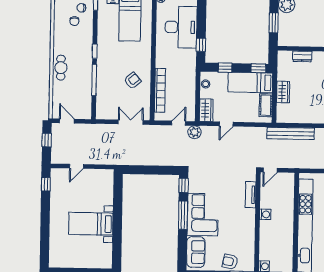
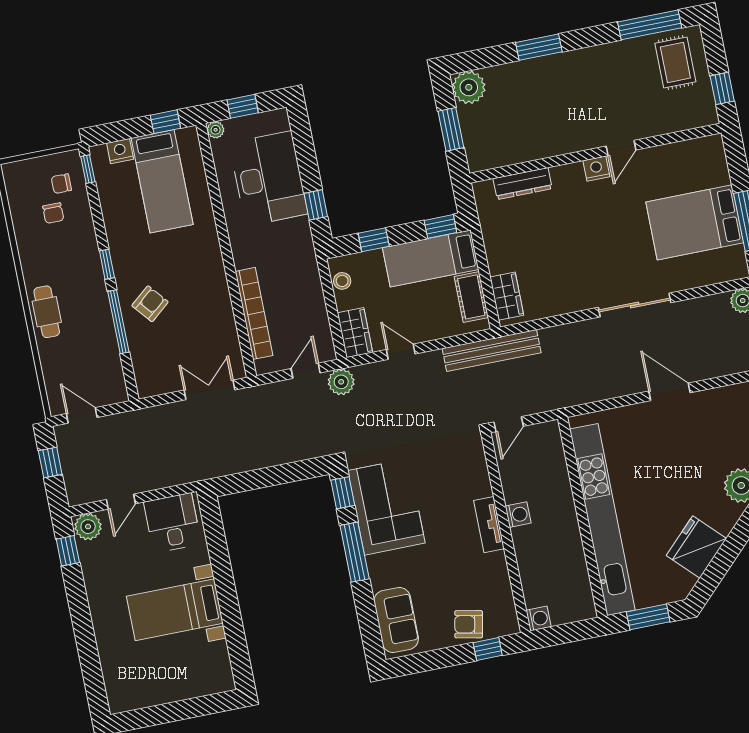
dresser: (302, 56) -> (523, 184), width x1.44
armchair: (132, 81) -> (150, 304), moved
wardrobe: (283, 92) -> (507, 296), moved
door: (226, 124) -> (401, 352), swing flipped
bench: (291, 133) -> (492, 350), moved
plant: (58, 175) -> (88, 527), added
desk: (99, 182) -> (172, 523), added
tv unit: (251, 195) -> (489, 525), moved
corner sofa: (203, 215) -> (386, 507), moved

